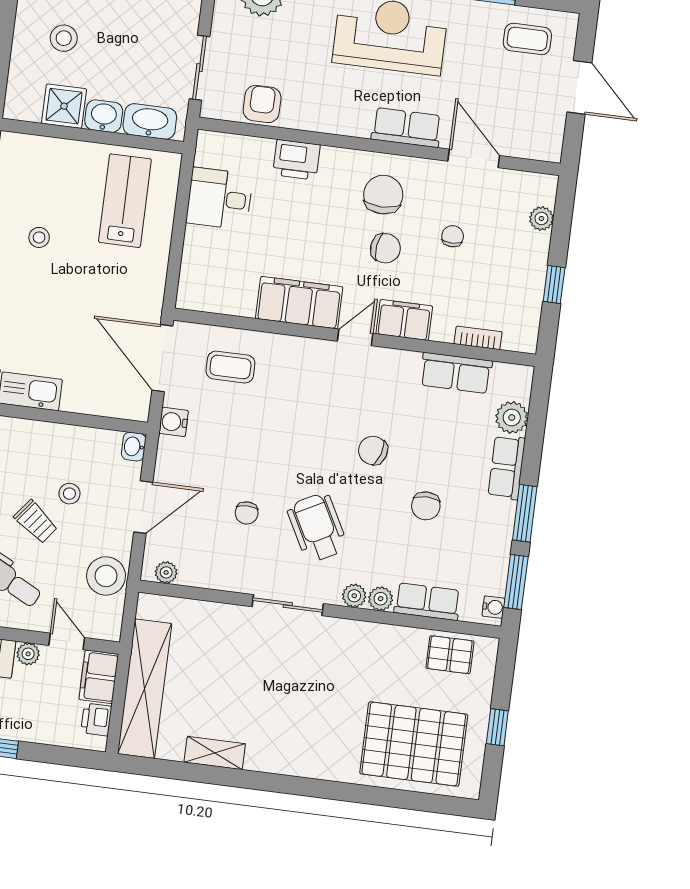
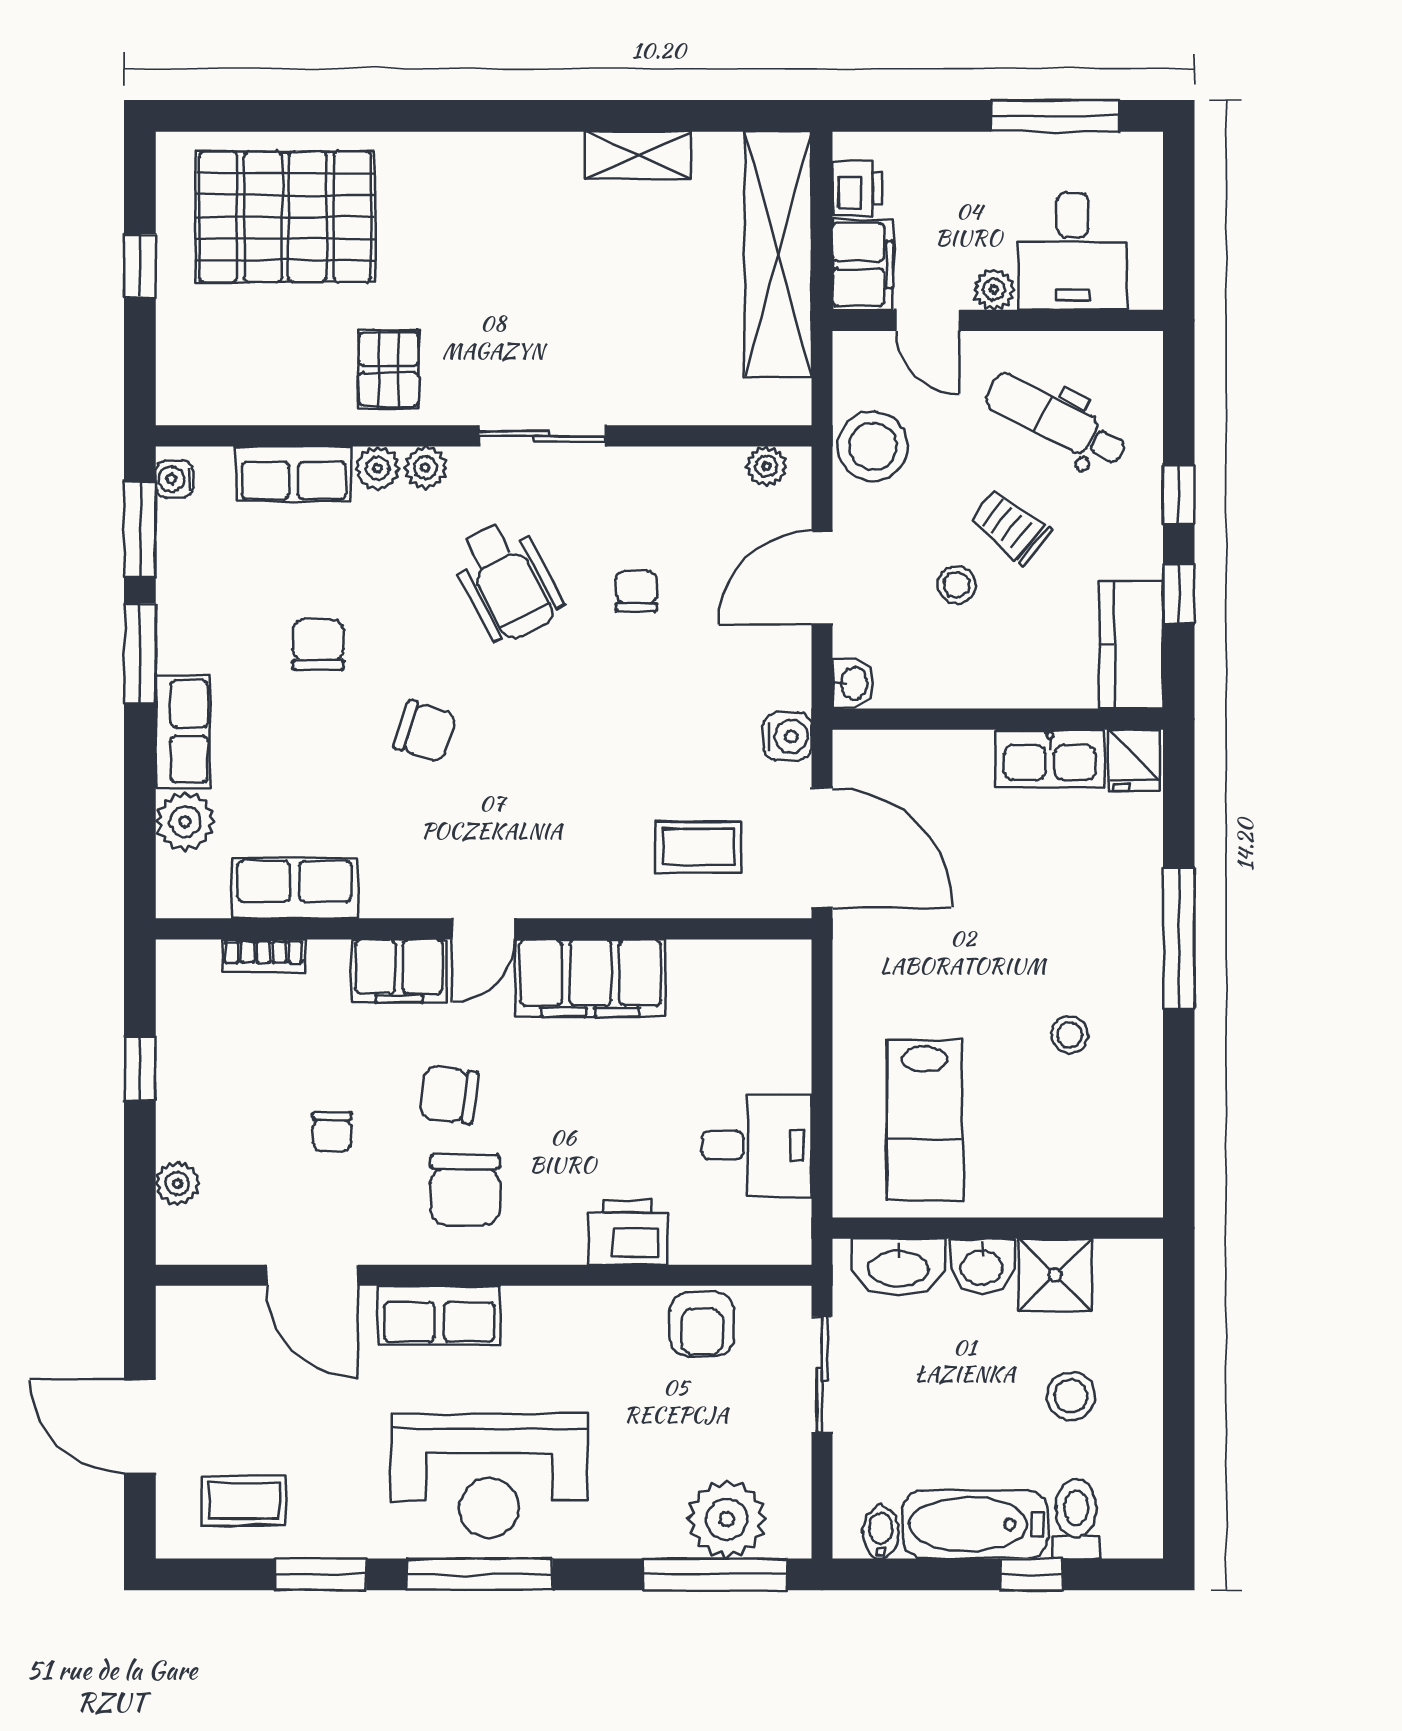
pallet: (450, 655) -> (389, 369), moved, turned 90

